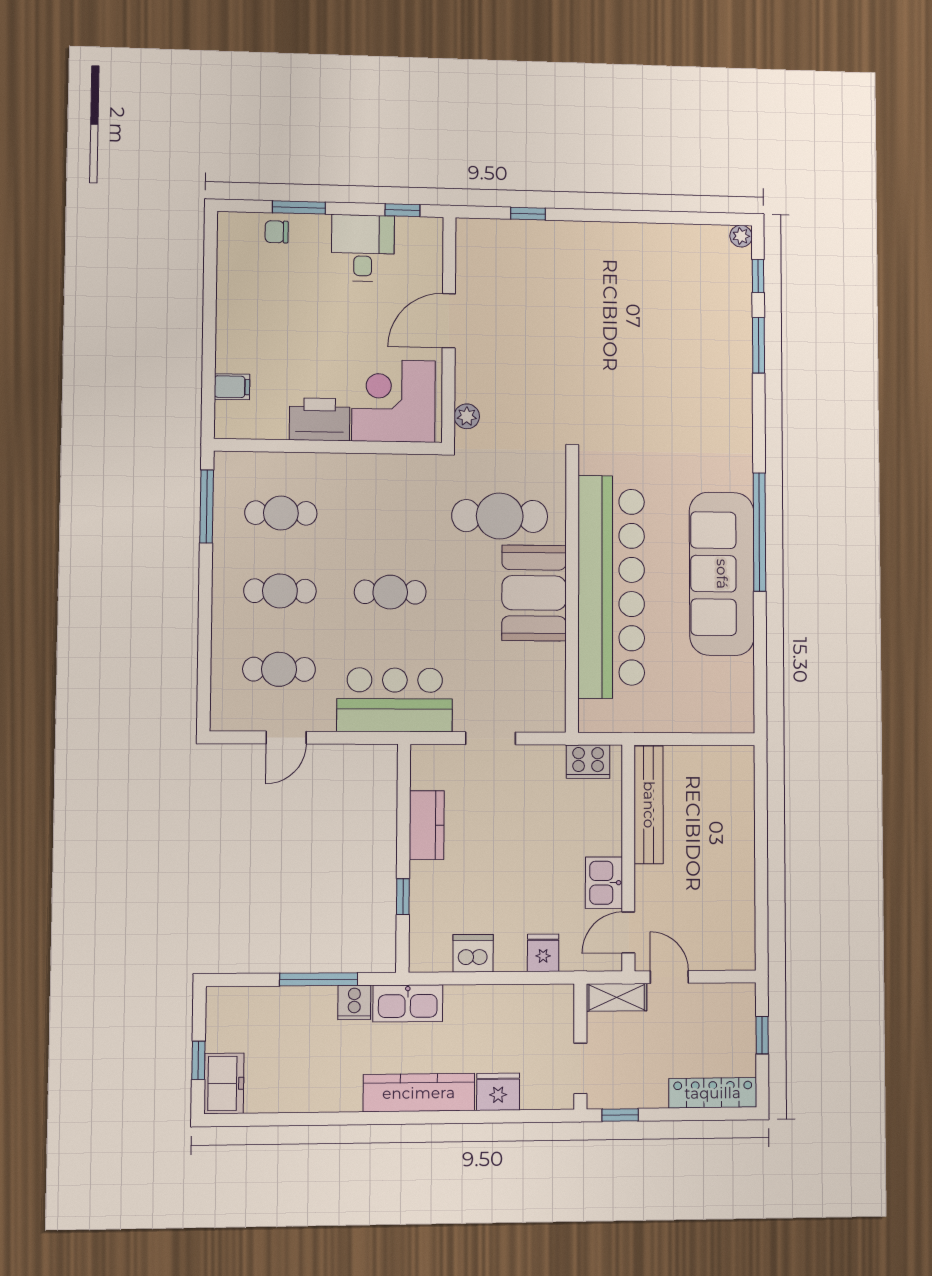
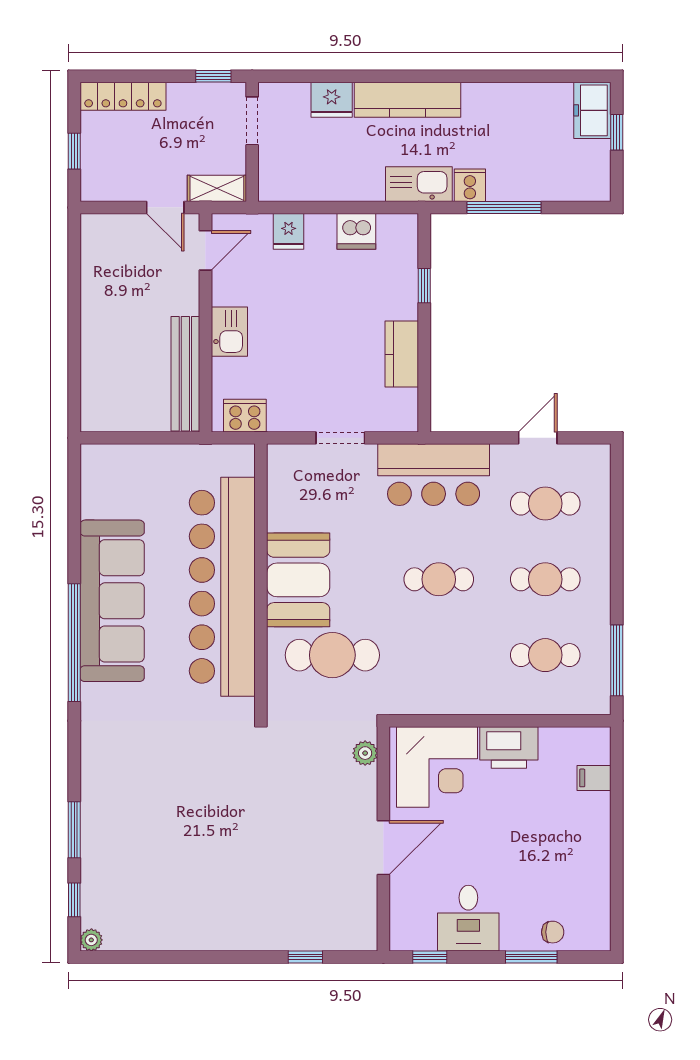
kitchen sink: (604, 883) -> (229, 332), moved

